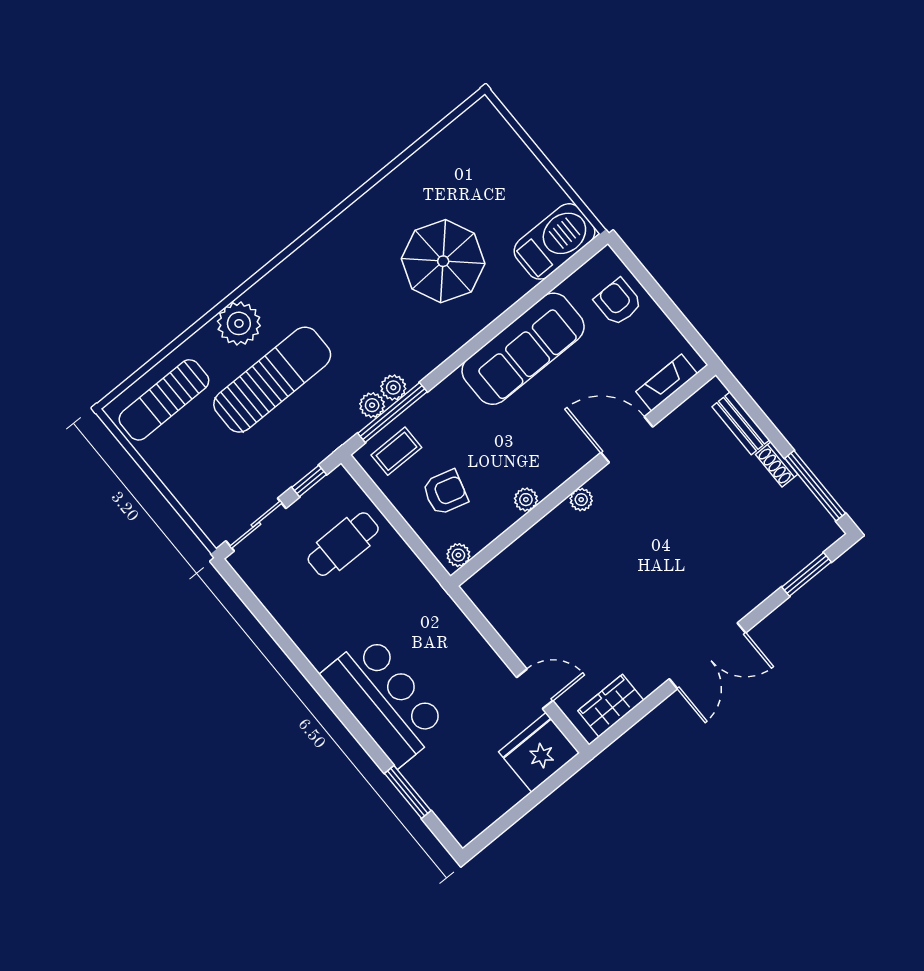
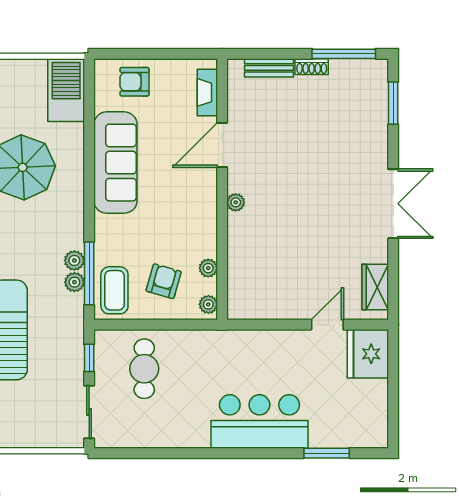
coffee table: (396, 451) -> (114, 290), width x1.36, depth x1.30
plant: (526, 500) -> (208, 268), moved

